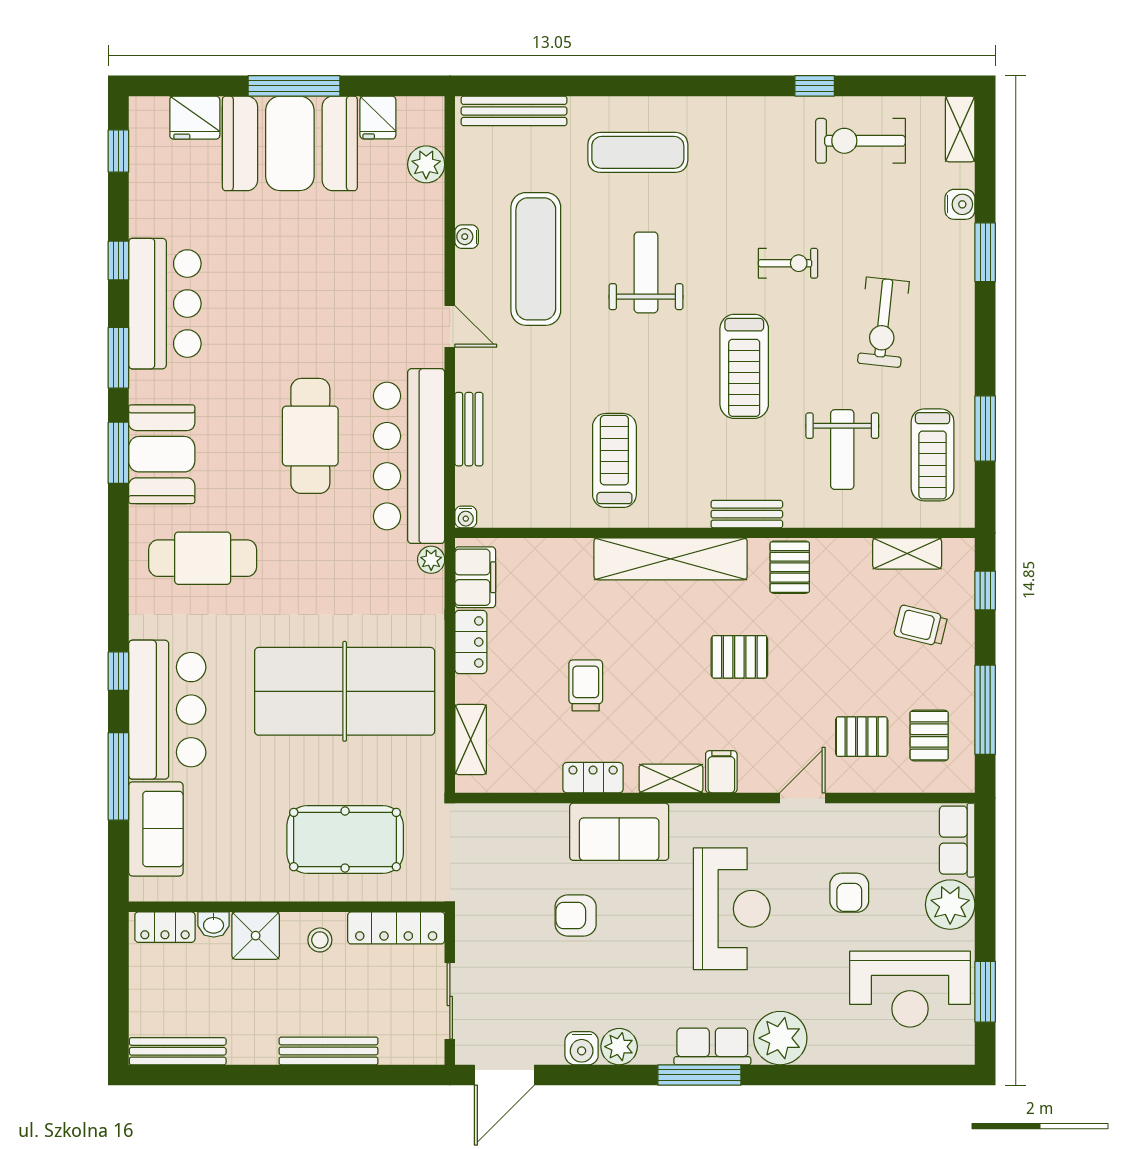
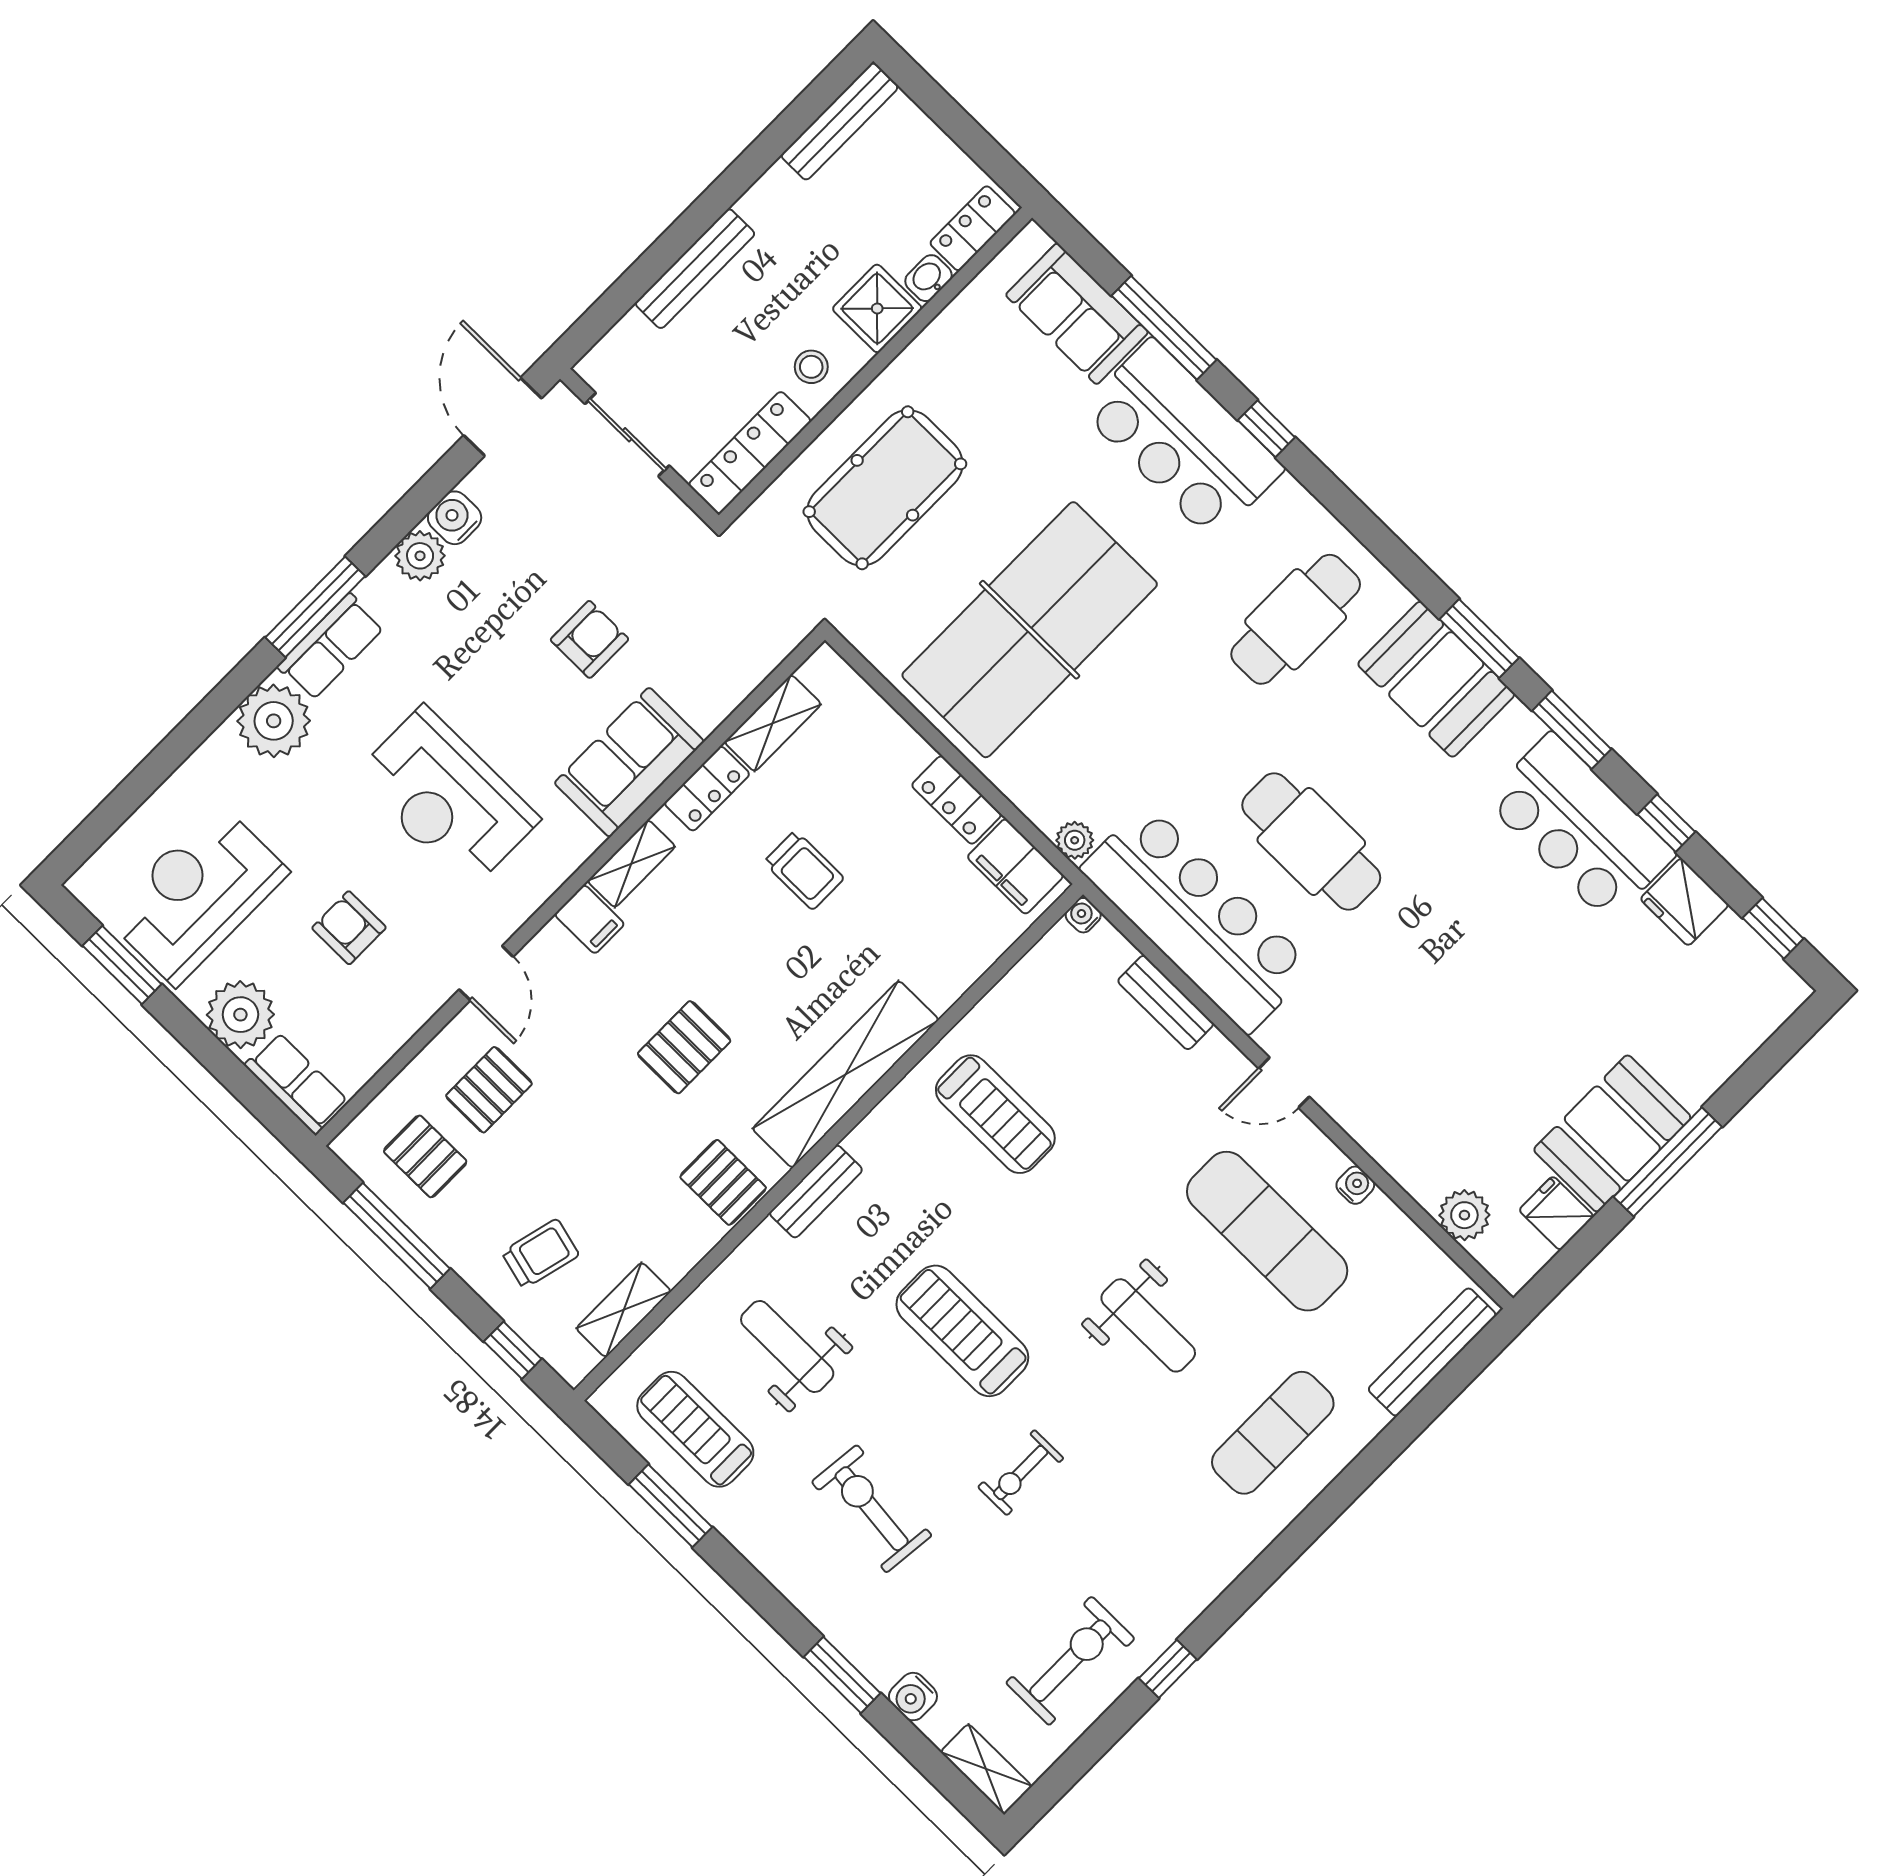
fridge: (195, 118) -> (1685, 902), moved, turned -90
booth: (290, 143) -> (1612, 1133), width x0.73, depth x0.70
shelving: (471, 739) -> (773, 723), moved, turned 90

